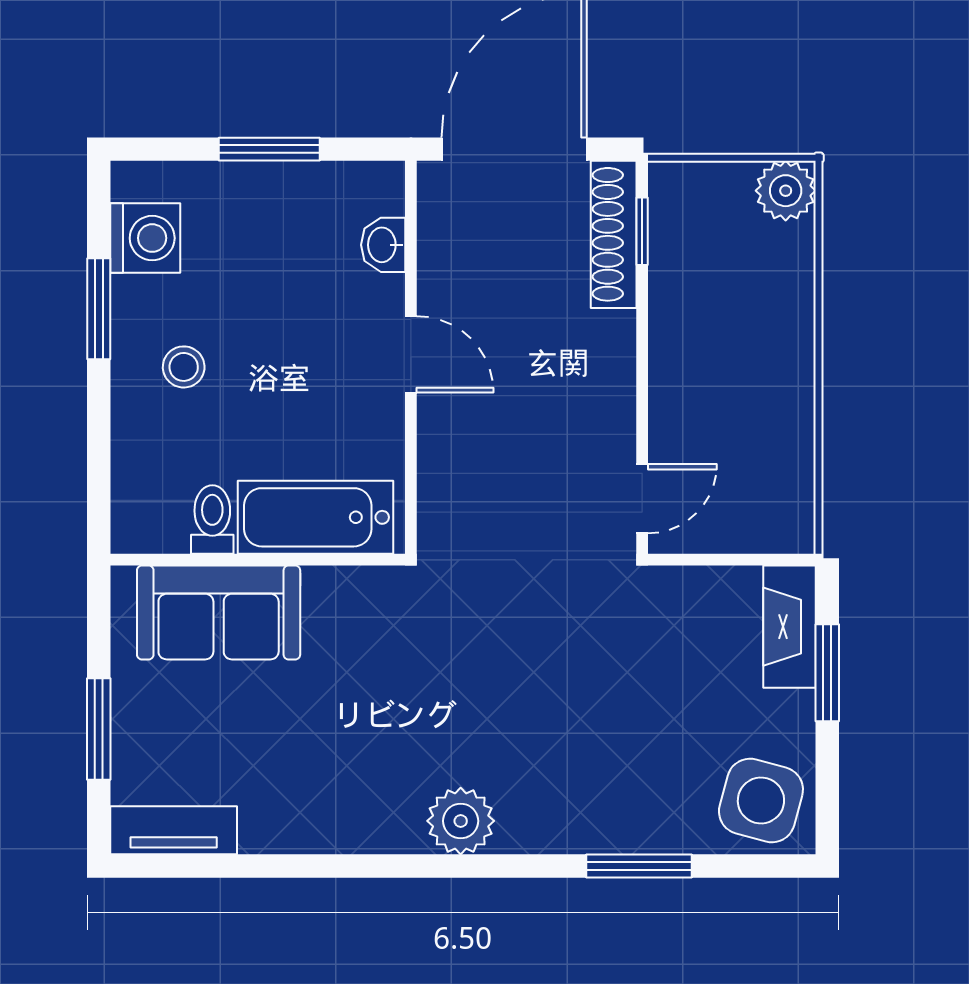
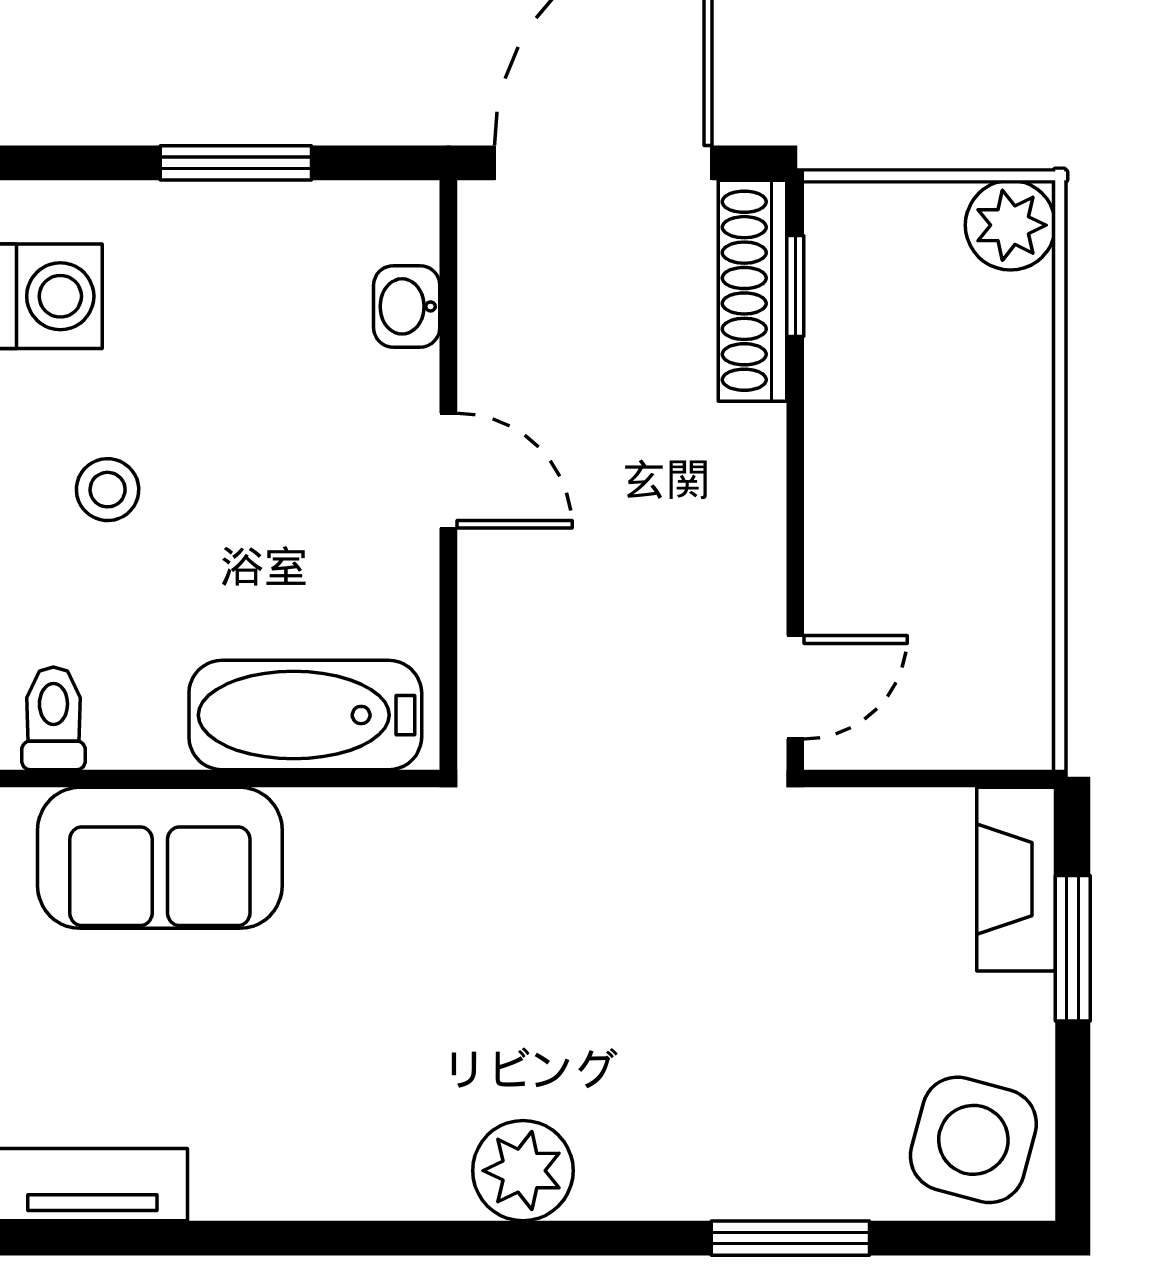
toilet: (212, 519) -> (53, 718), moved

